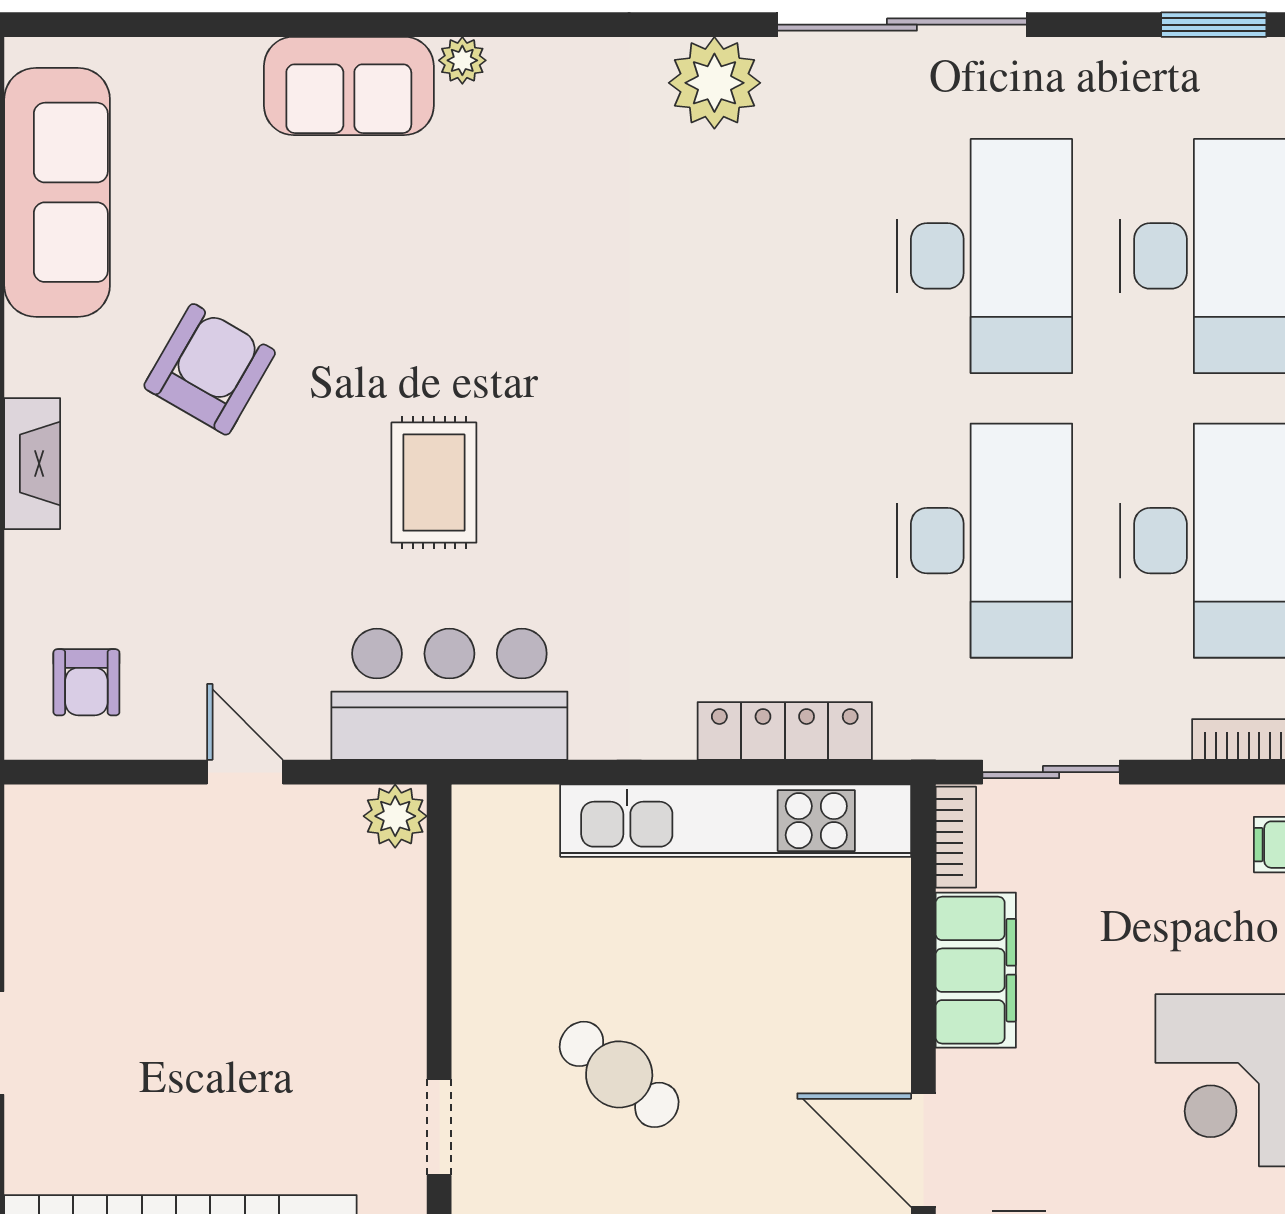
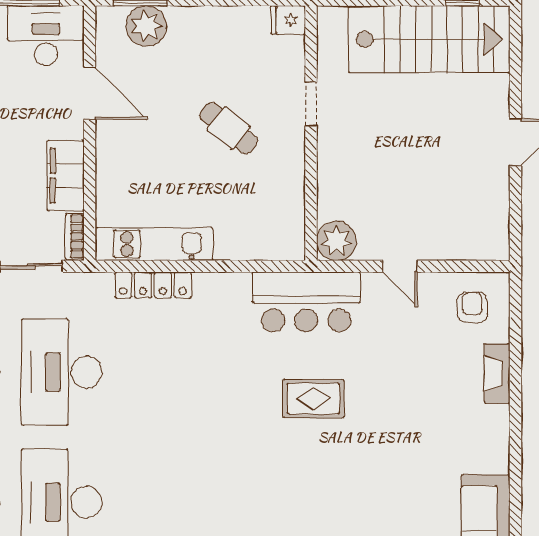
armchair: (210, 369) -> (416, 450), removed
fireplace: (32, 464) -> (497, 373), moved
rug: (434, 483) -> (313, 399), turned 90
plant: (395, 816) -> (336, 241), width x1.36, depth x1.36
kitchen unit: (736, 821) -> (154, 244), width x0.73

